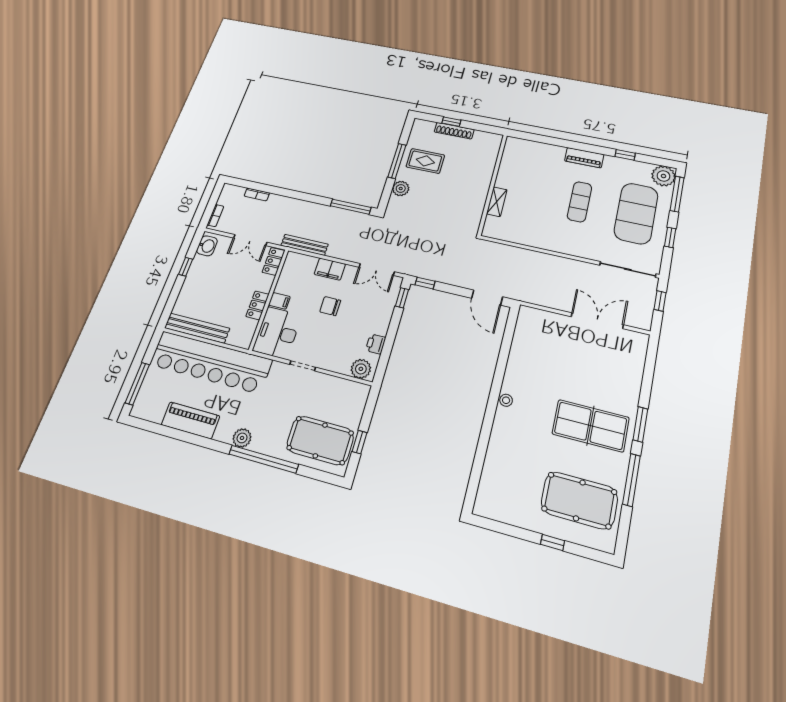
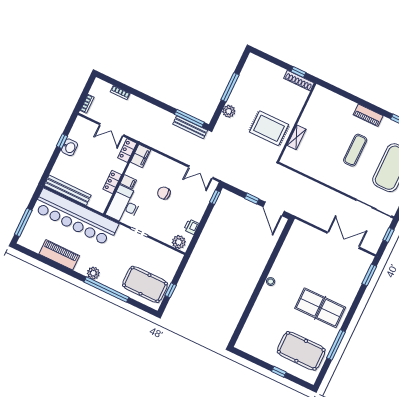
window: (451, 122) -> (298, 72), moved
shoe rack: (454, 131) -> (299, 81), moved
rug: (425, 161) -> (269, 128), moved, width x1.36, depth x1.43
bench: (304, 245) -> (190, 127), moved
washbasin: (207, 246) -> (69, 147), moved
filing cabinet: (330, 269) -> (141, 156), moved, turned -90
window: (425, 283) -> (252, 199), moved
window: (640, 424) -> (369, 275), moved

